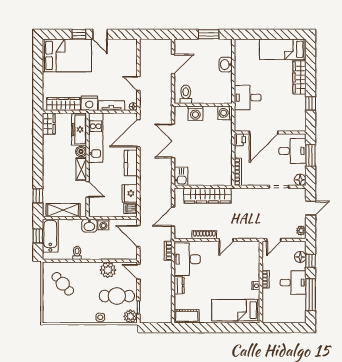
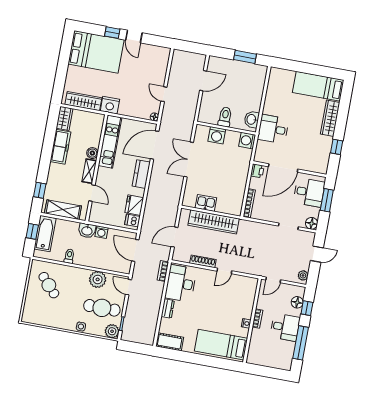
washbasin: (226, 65) -> (252, 119), moved
toilet: (186, 94) -> (225, 117), moved
tv unit: (111, 106) -> (132, 112), removed
freezer: (79, 129) -> (60, 147), moved, turned 180
kitchen sink: (181, 176) -> (206, 203), moved, turned -90

